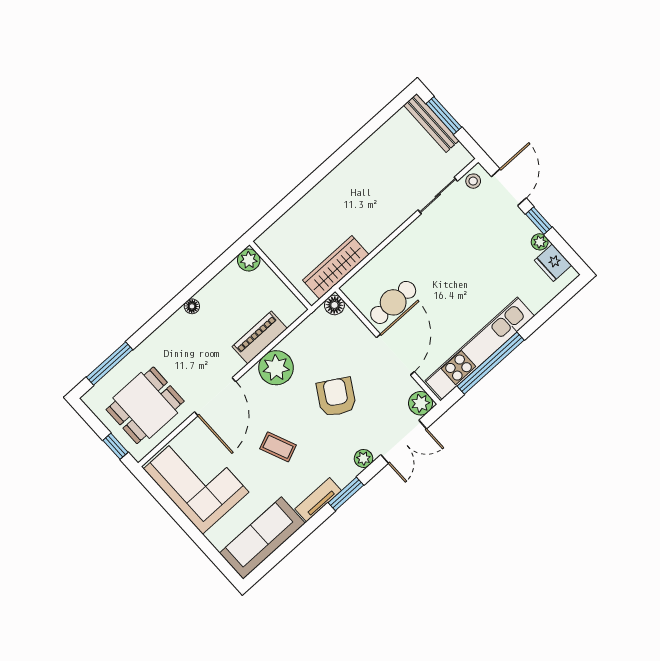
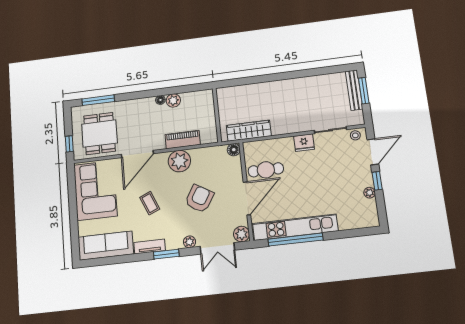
plant: (249, 260) -> (173, 100), moved
fridge: (553, 263) -> (304, 143), moved, turned -90
dining table: (145, 405) -> (99, 134), turned 90

